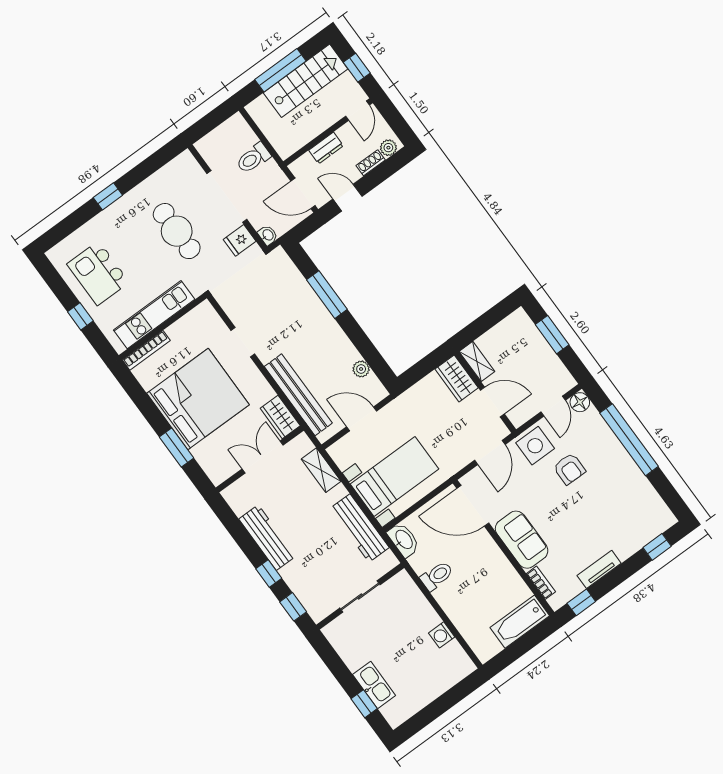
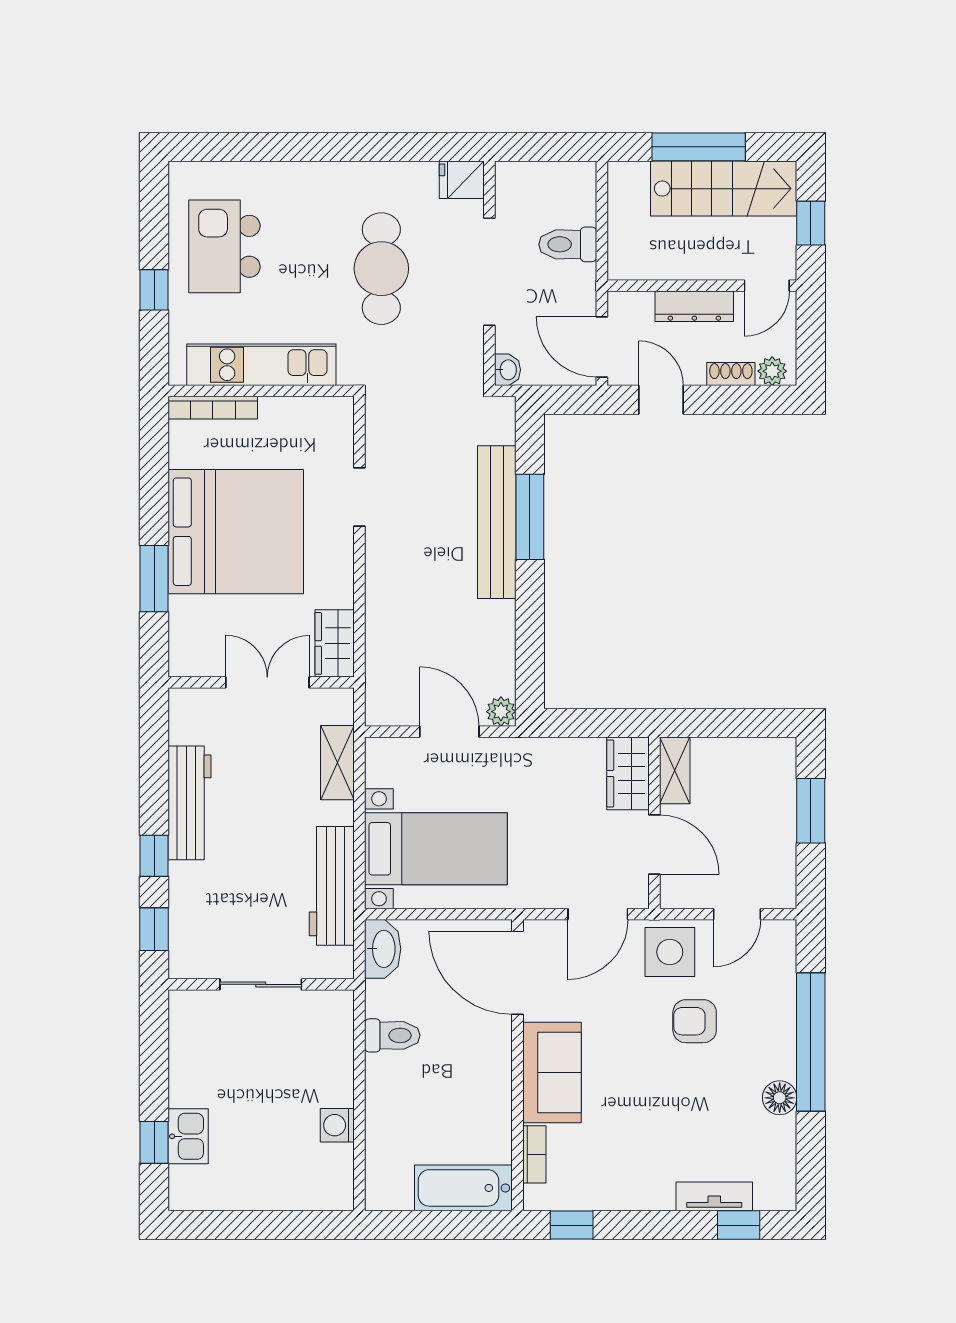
dresser: (326, 148) -> (694, 306), width x1.44
window: (108, 196) -> (319, 147), removed
fridge: (240, 240) -> (462, 180), moved
plant: (361, 369) -> (501, 712), moved
bench: (298, 395) -> (497, 522), moved
floor lamp: (580, 402) -> (780, 1098), moved
armchair: (569, 469) -> (695, 1021), turned 90
tv unit: (599, 569) -> (714, 1196), moved
kitchen sink: (374, 685) -> (188, 1136), width x0.73

